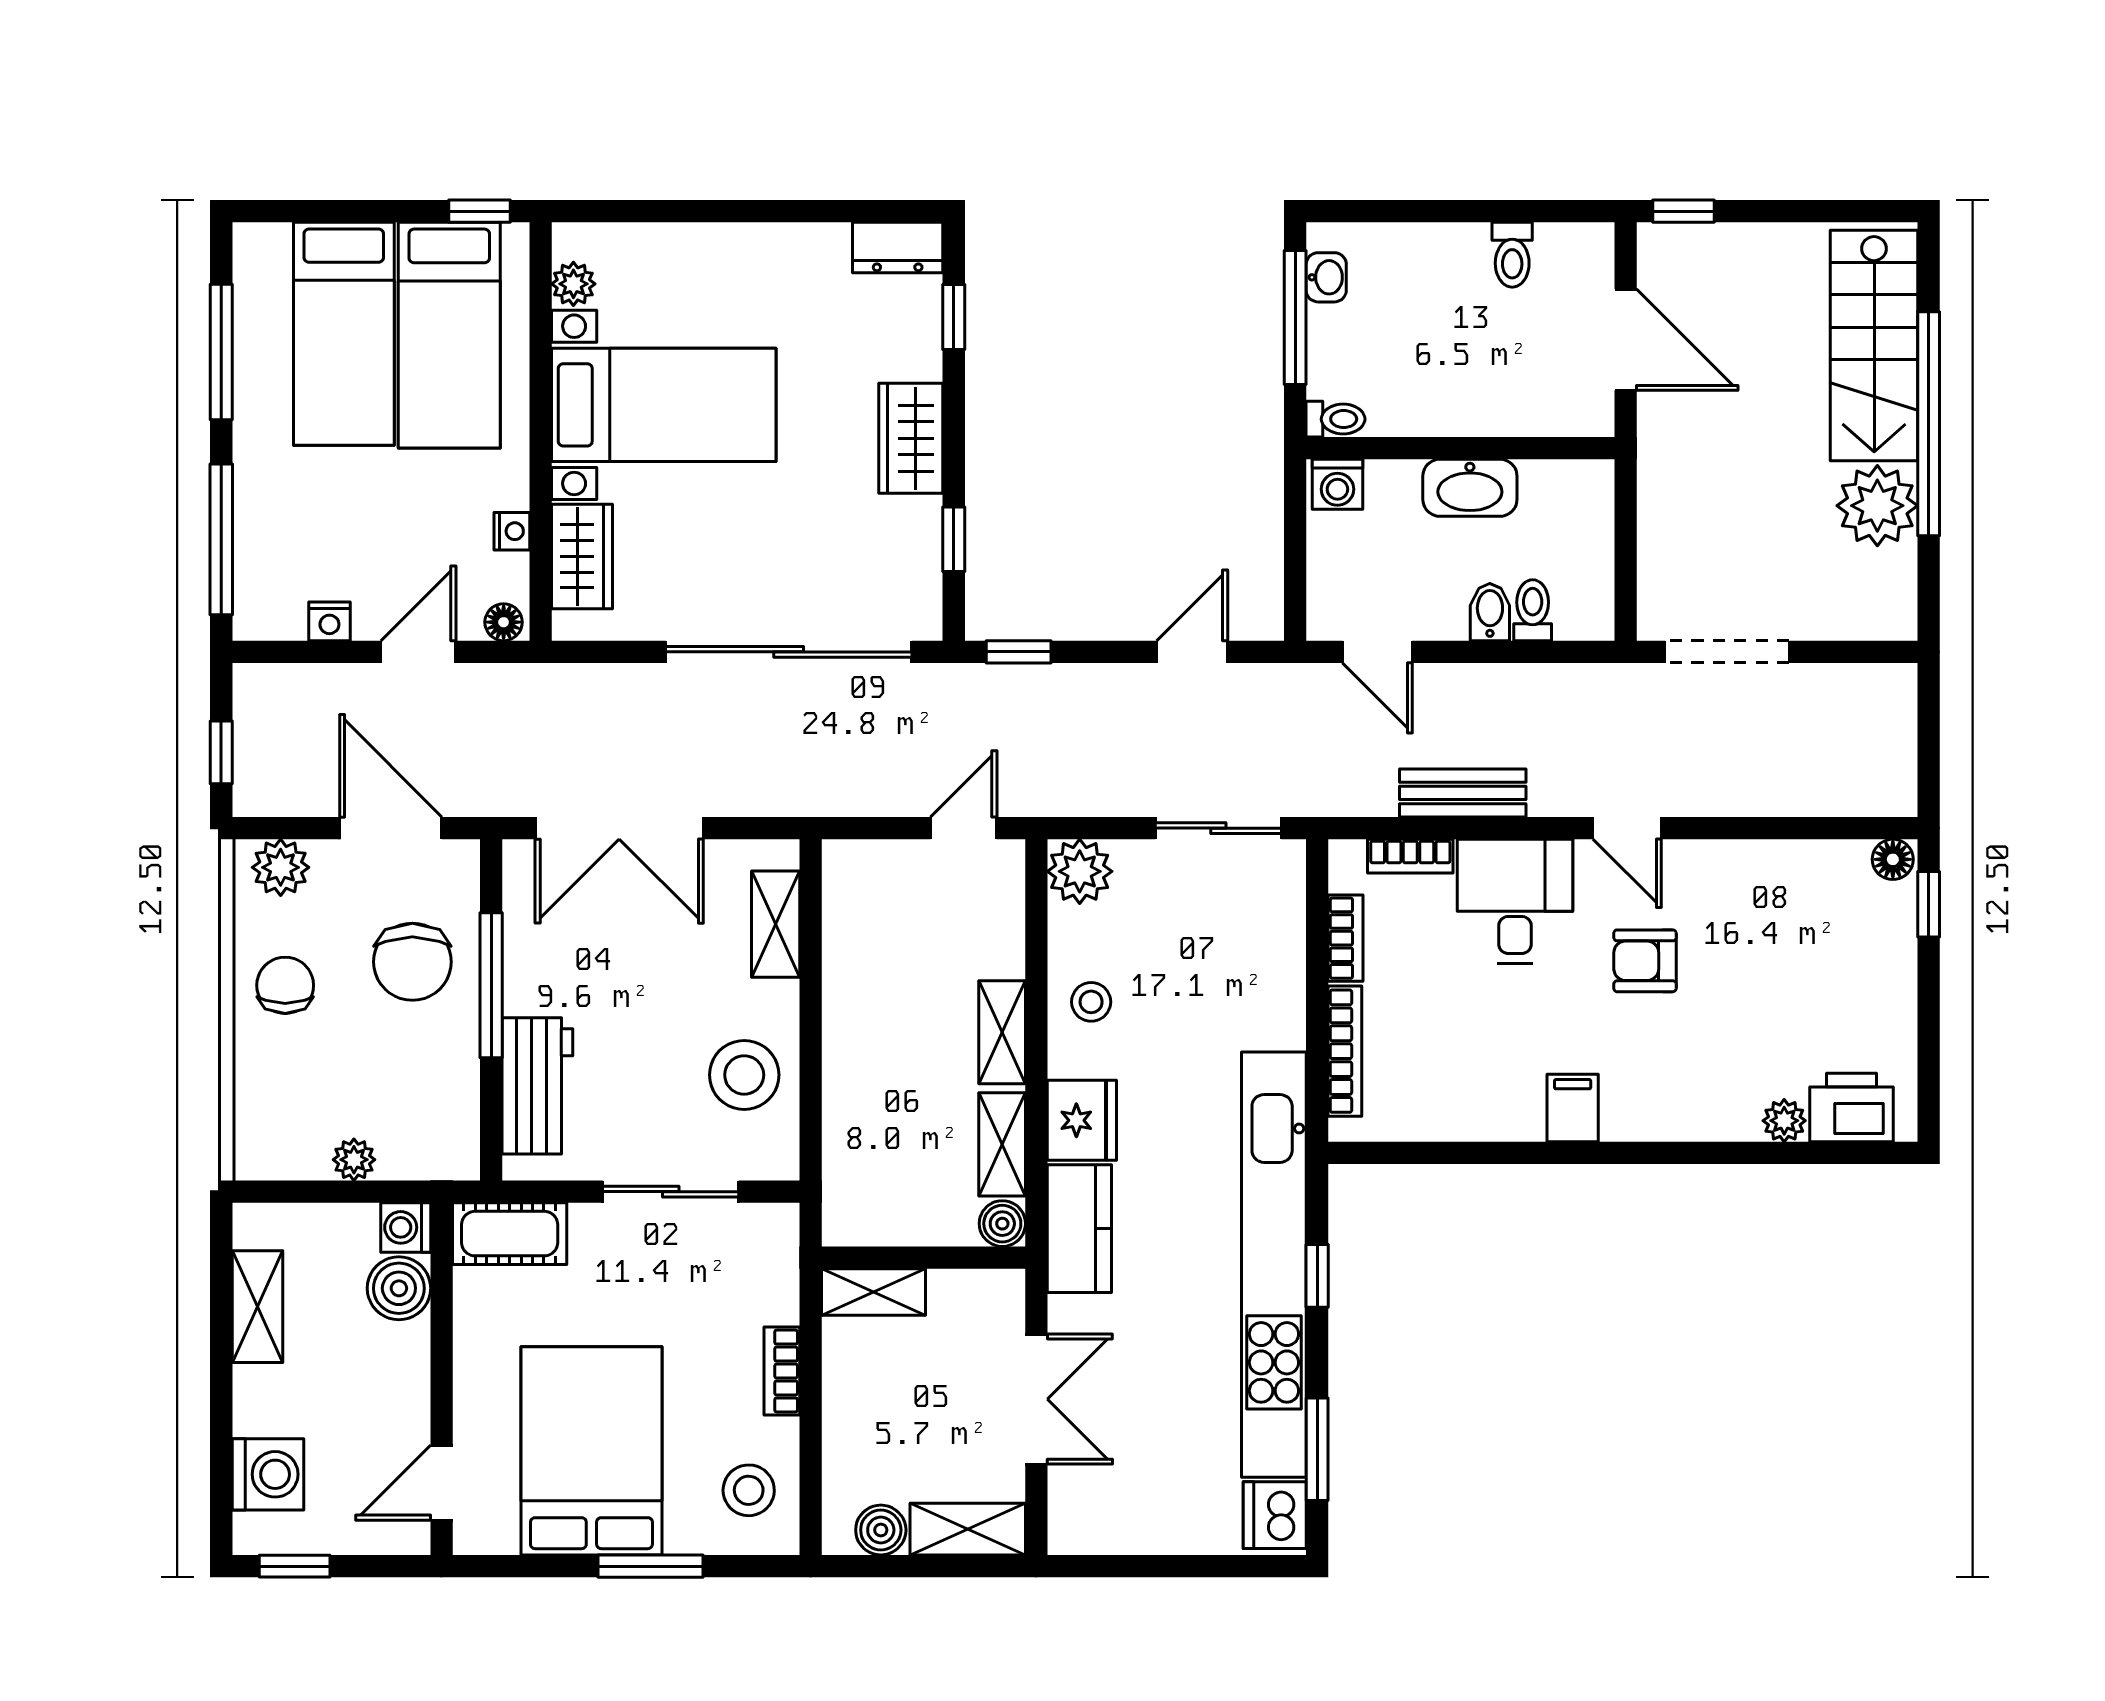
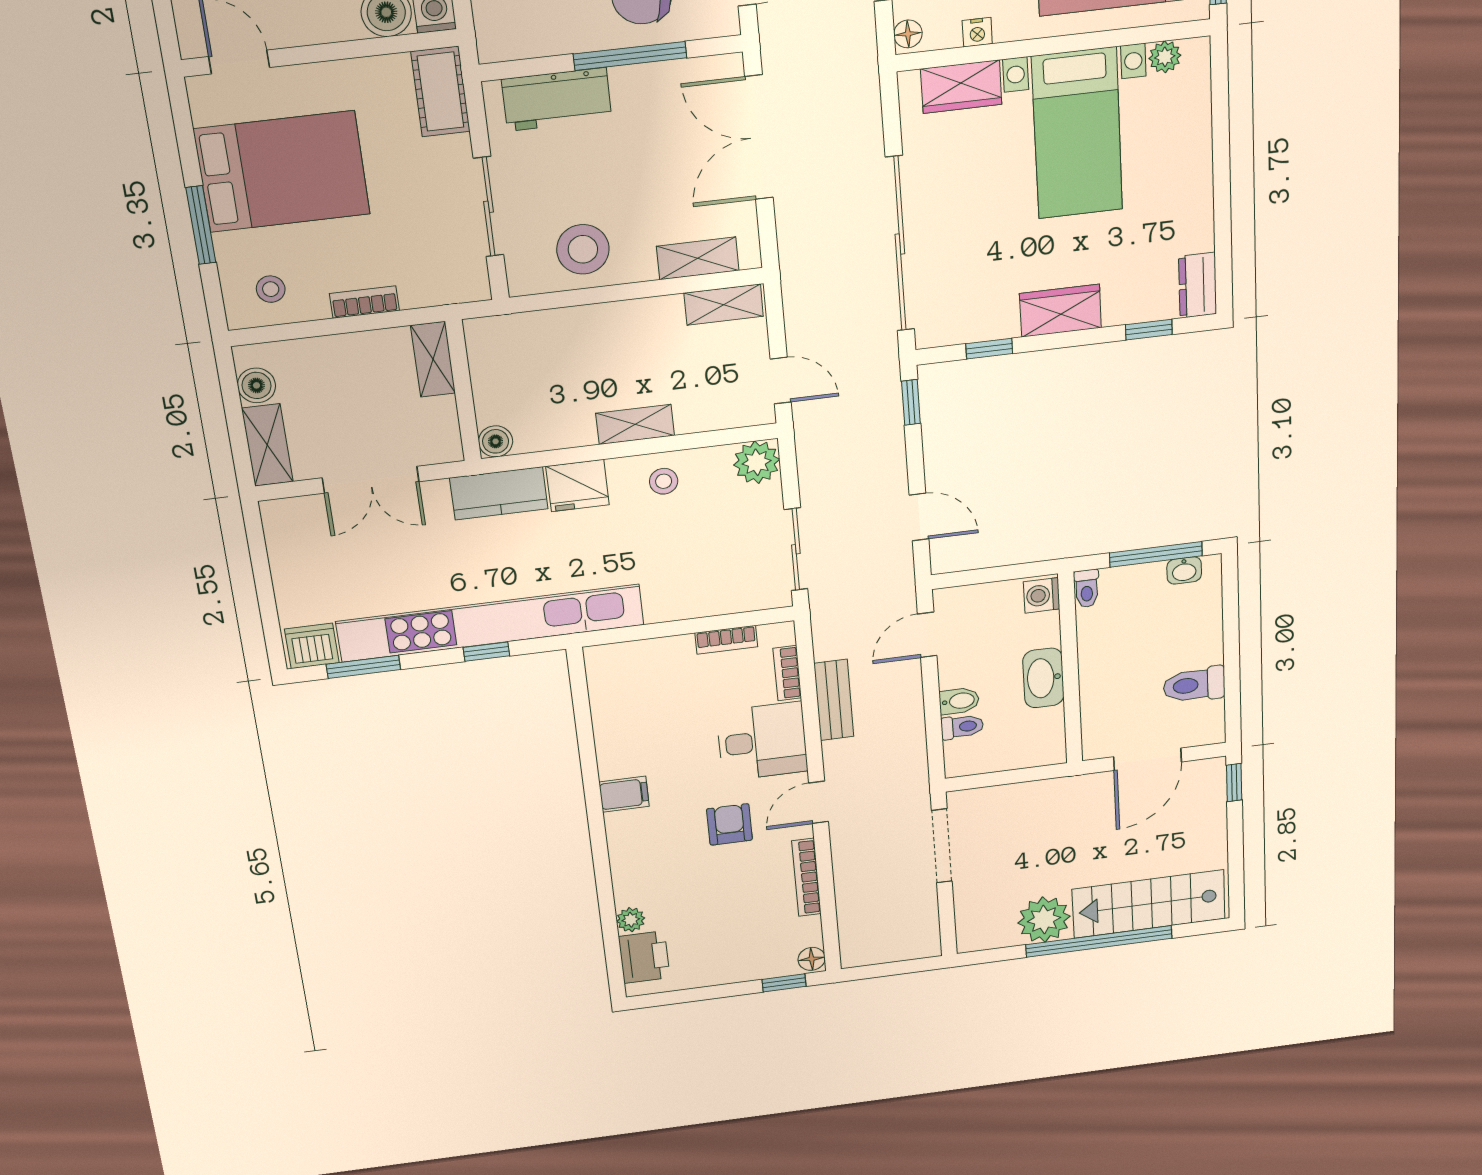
toilet: (1512, 255) -> (1194, 685), width x1.37, depth x1.39
bookcase: (1345, 1051) -> (806, 877), moved, turned 90
shelving: (1002, 1144) -> (724, 305), moved
stool: (749, 1490) -> (271, 289), width x0.73, depth x0.73

